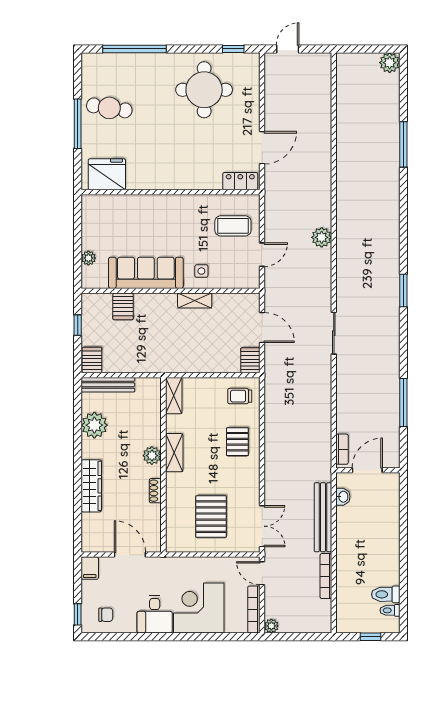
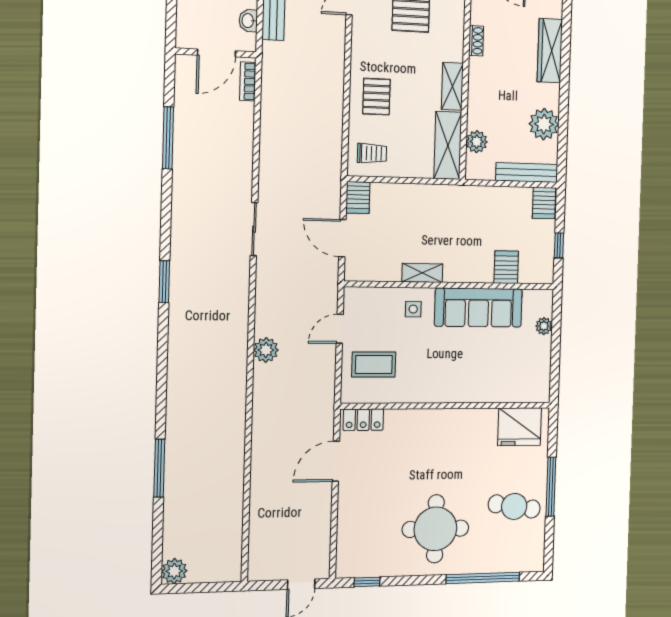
round table: (204, 90) -> (435, 529), moved
shelving: (174, 396) -> (448, 145), width x1.50, depth x1.33
plant: (152, 456) -> (477, 142), moved

